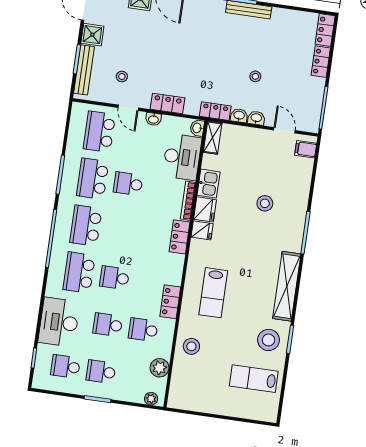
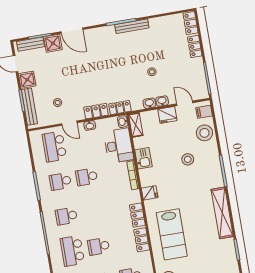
locker: (215, 111) -> (120, 108), moved
school desk: (93, 179) -> (60, 181), width x0.54
fridge: (205, 209) -> (167, 115), moved, turned 90
school desk: (86, 226) -> (66, 216), width x0.54
locker: (180, 237) -> (137, 215), moved
lab bench: (213, 293) -> (172, 234), width x1.36, depth x1.39
locker: (170, 302) -> (142, 240), moved
stool: (269, 340) -> (204, 133), moved

